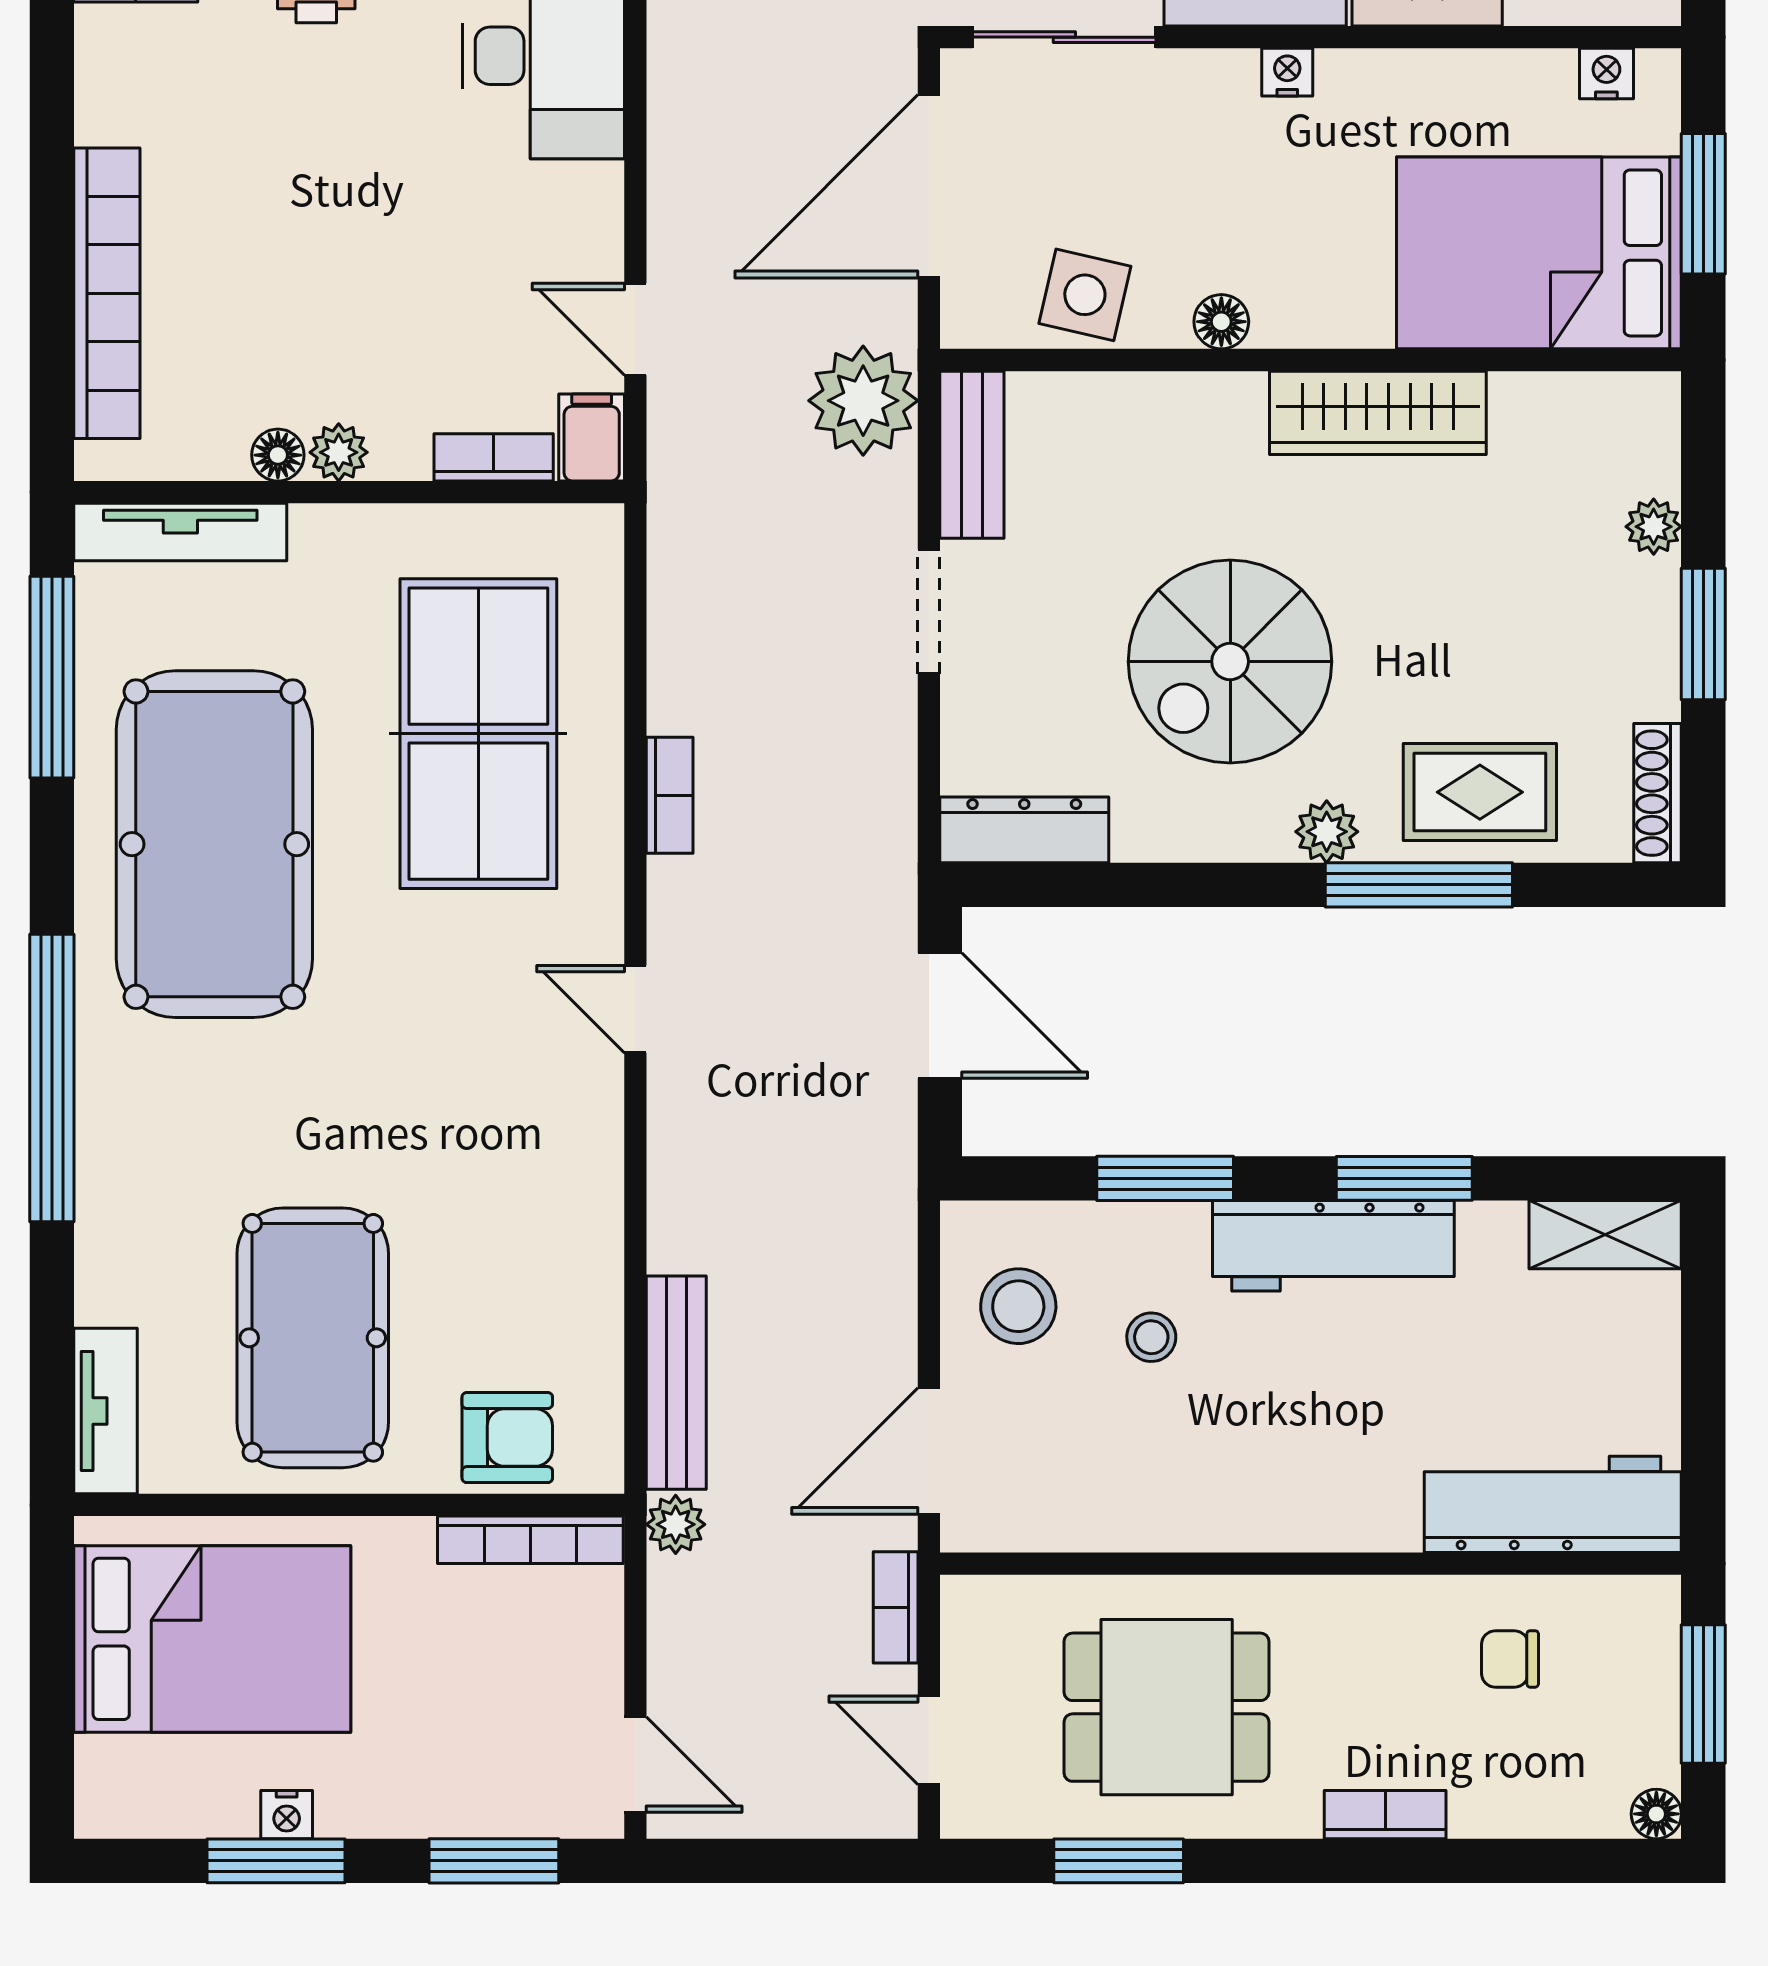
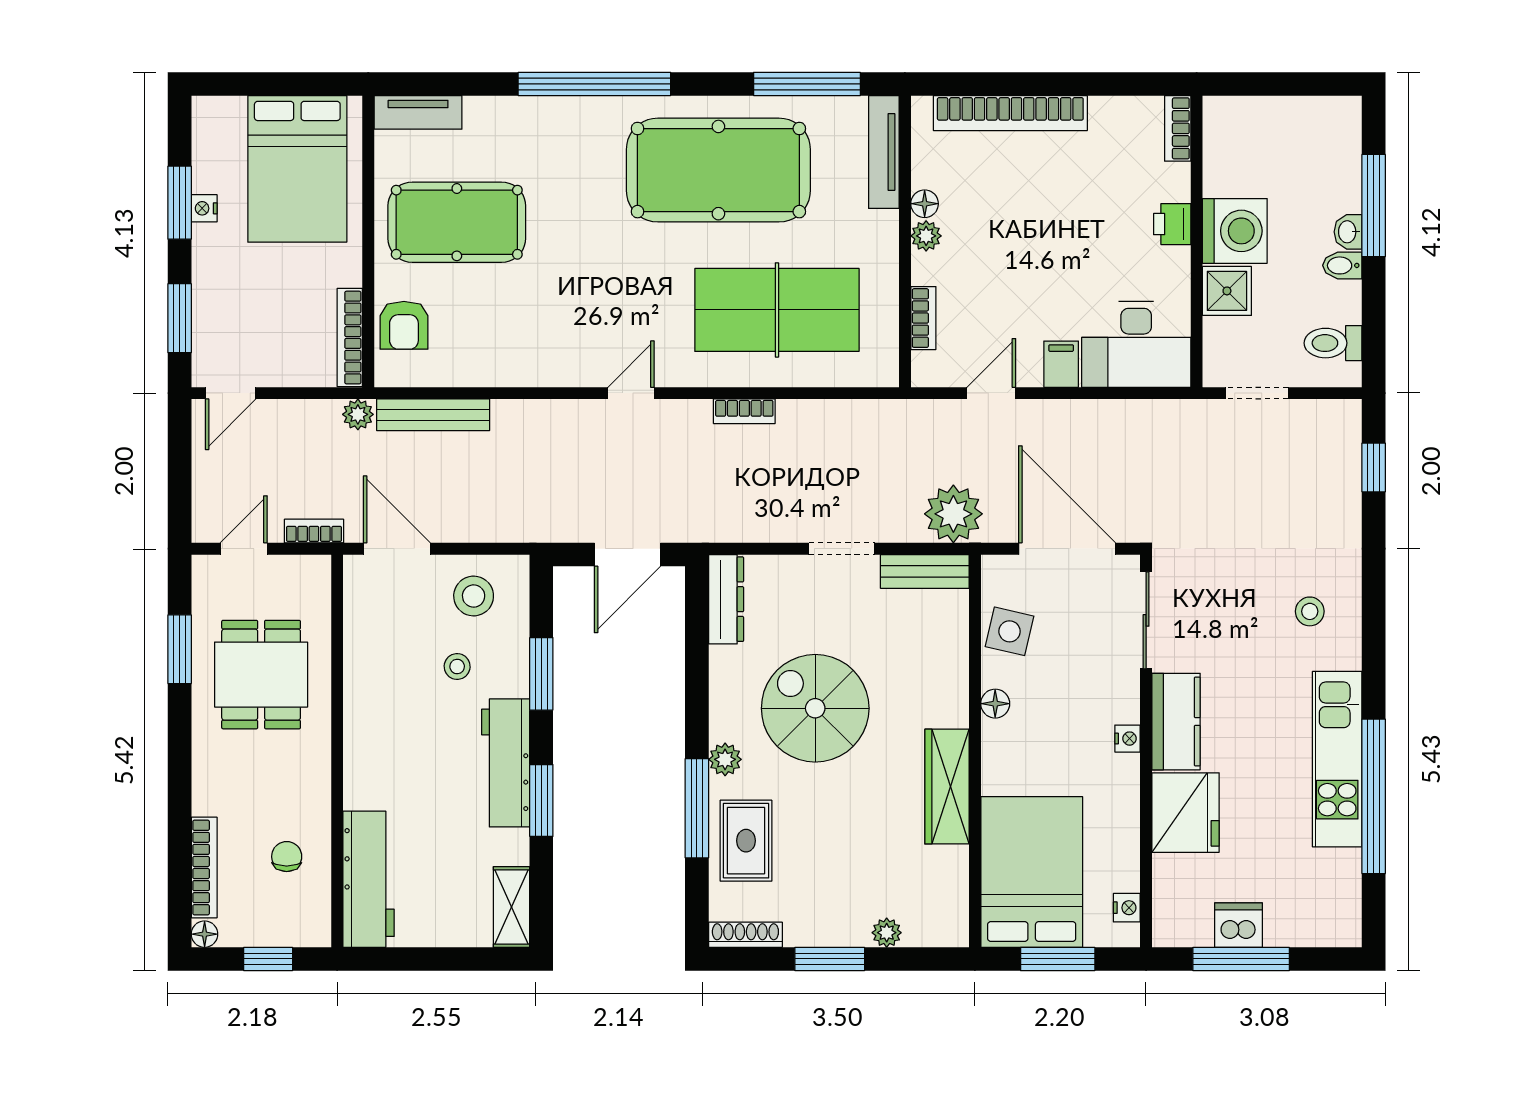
filing cabinet: (592, 438) -> (1061, 364), moved, turned -90
window: (1703, 1694) -> (268, 959), width x0.67
bookcase: (1385, 1815) -> (204, 868), moved, width x1.56

